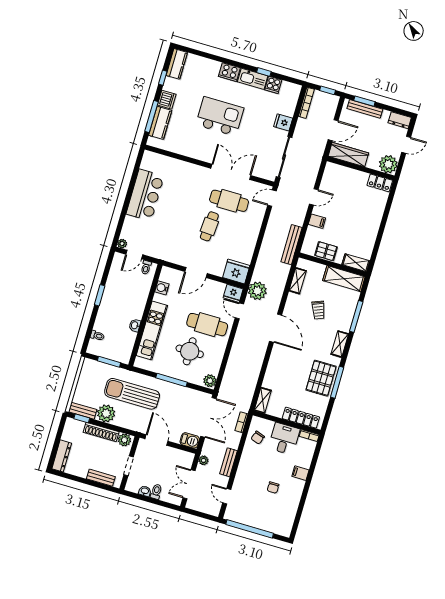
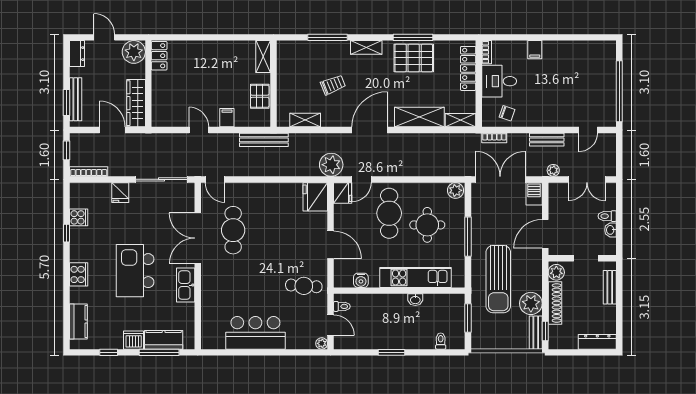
kitchen counter: (177, 64) -> (78, 322), moved, turned 90
kitchen sink: (253, 79) -> (186, 285), moved, turned 180
cafe table: (209, 226) -> (304, 286), moved
shelving: (344, 279) -> (419, 117), moved, turned 90
chair: (273, 488) -> (562, 77), removed

